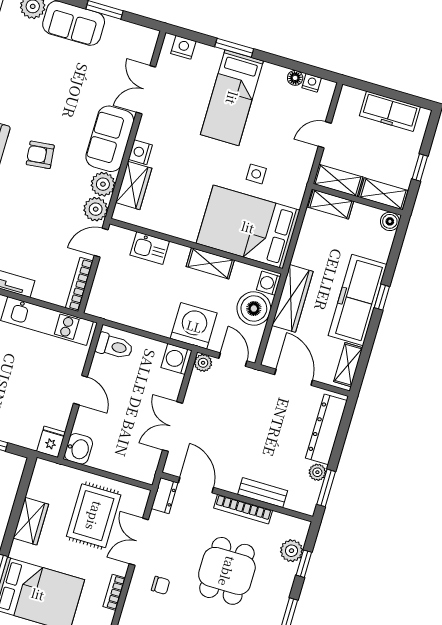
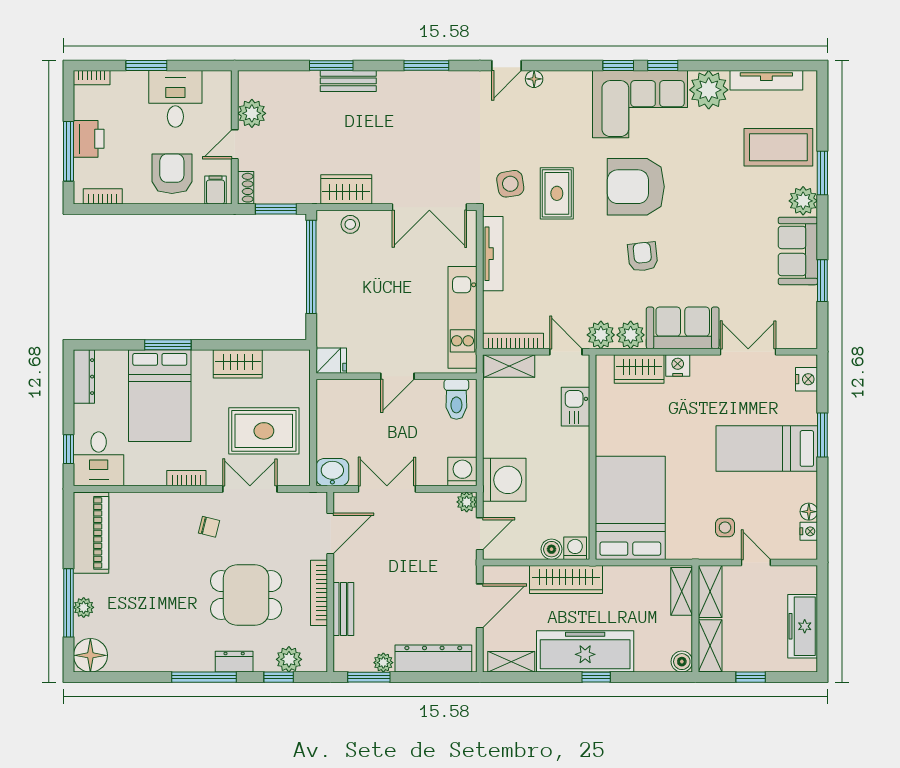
side table: (256, 174) -> (725, 527), moved
shelving: (210, 263) -> (509, 366), moved, turned 90
boiler: (254, 308) -> (551, 549), width x0.54, depth x0.54
washbasin: (78, 449) -> (332, 472), moved, turned 180
dresser: (165, 496) -> (234, 662), moved, turned 180
chair: (161, 585) -> (209, 527), turned -76

